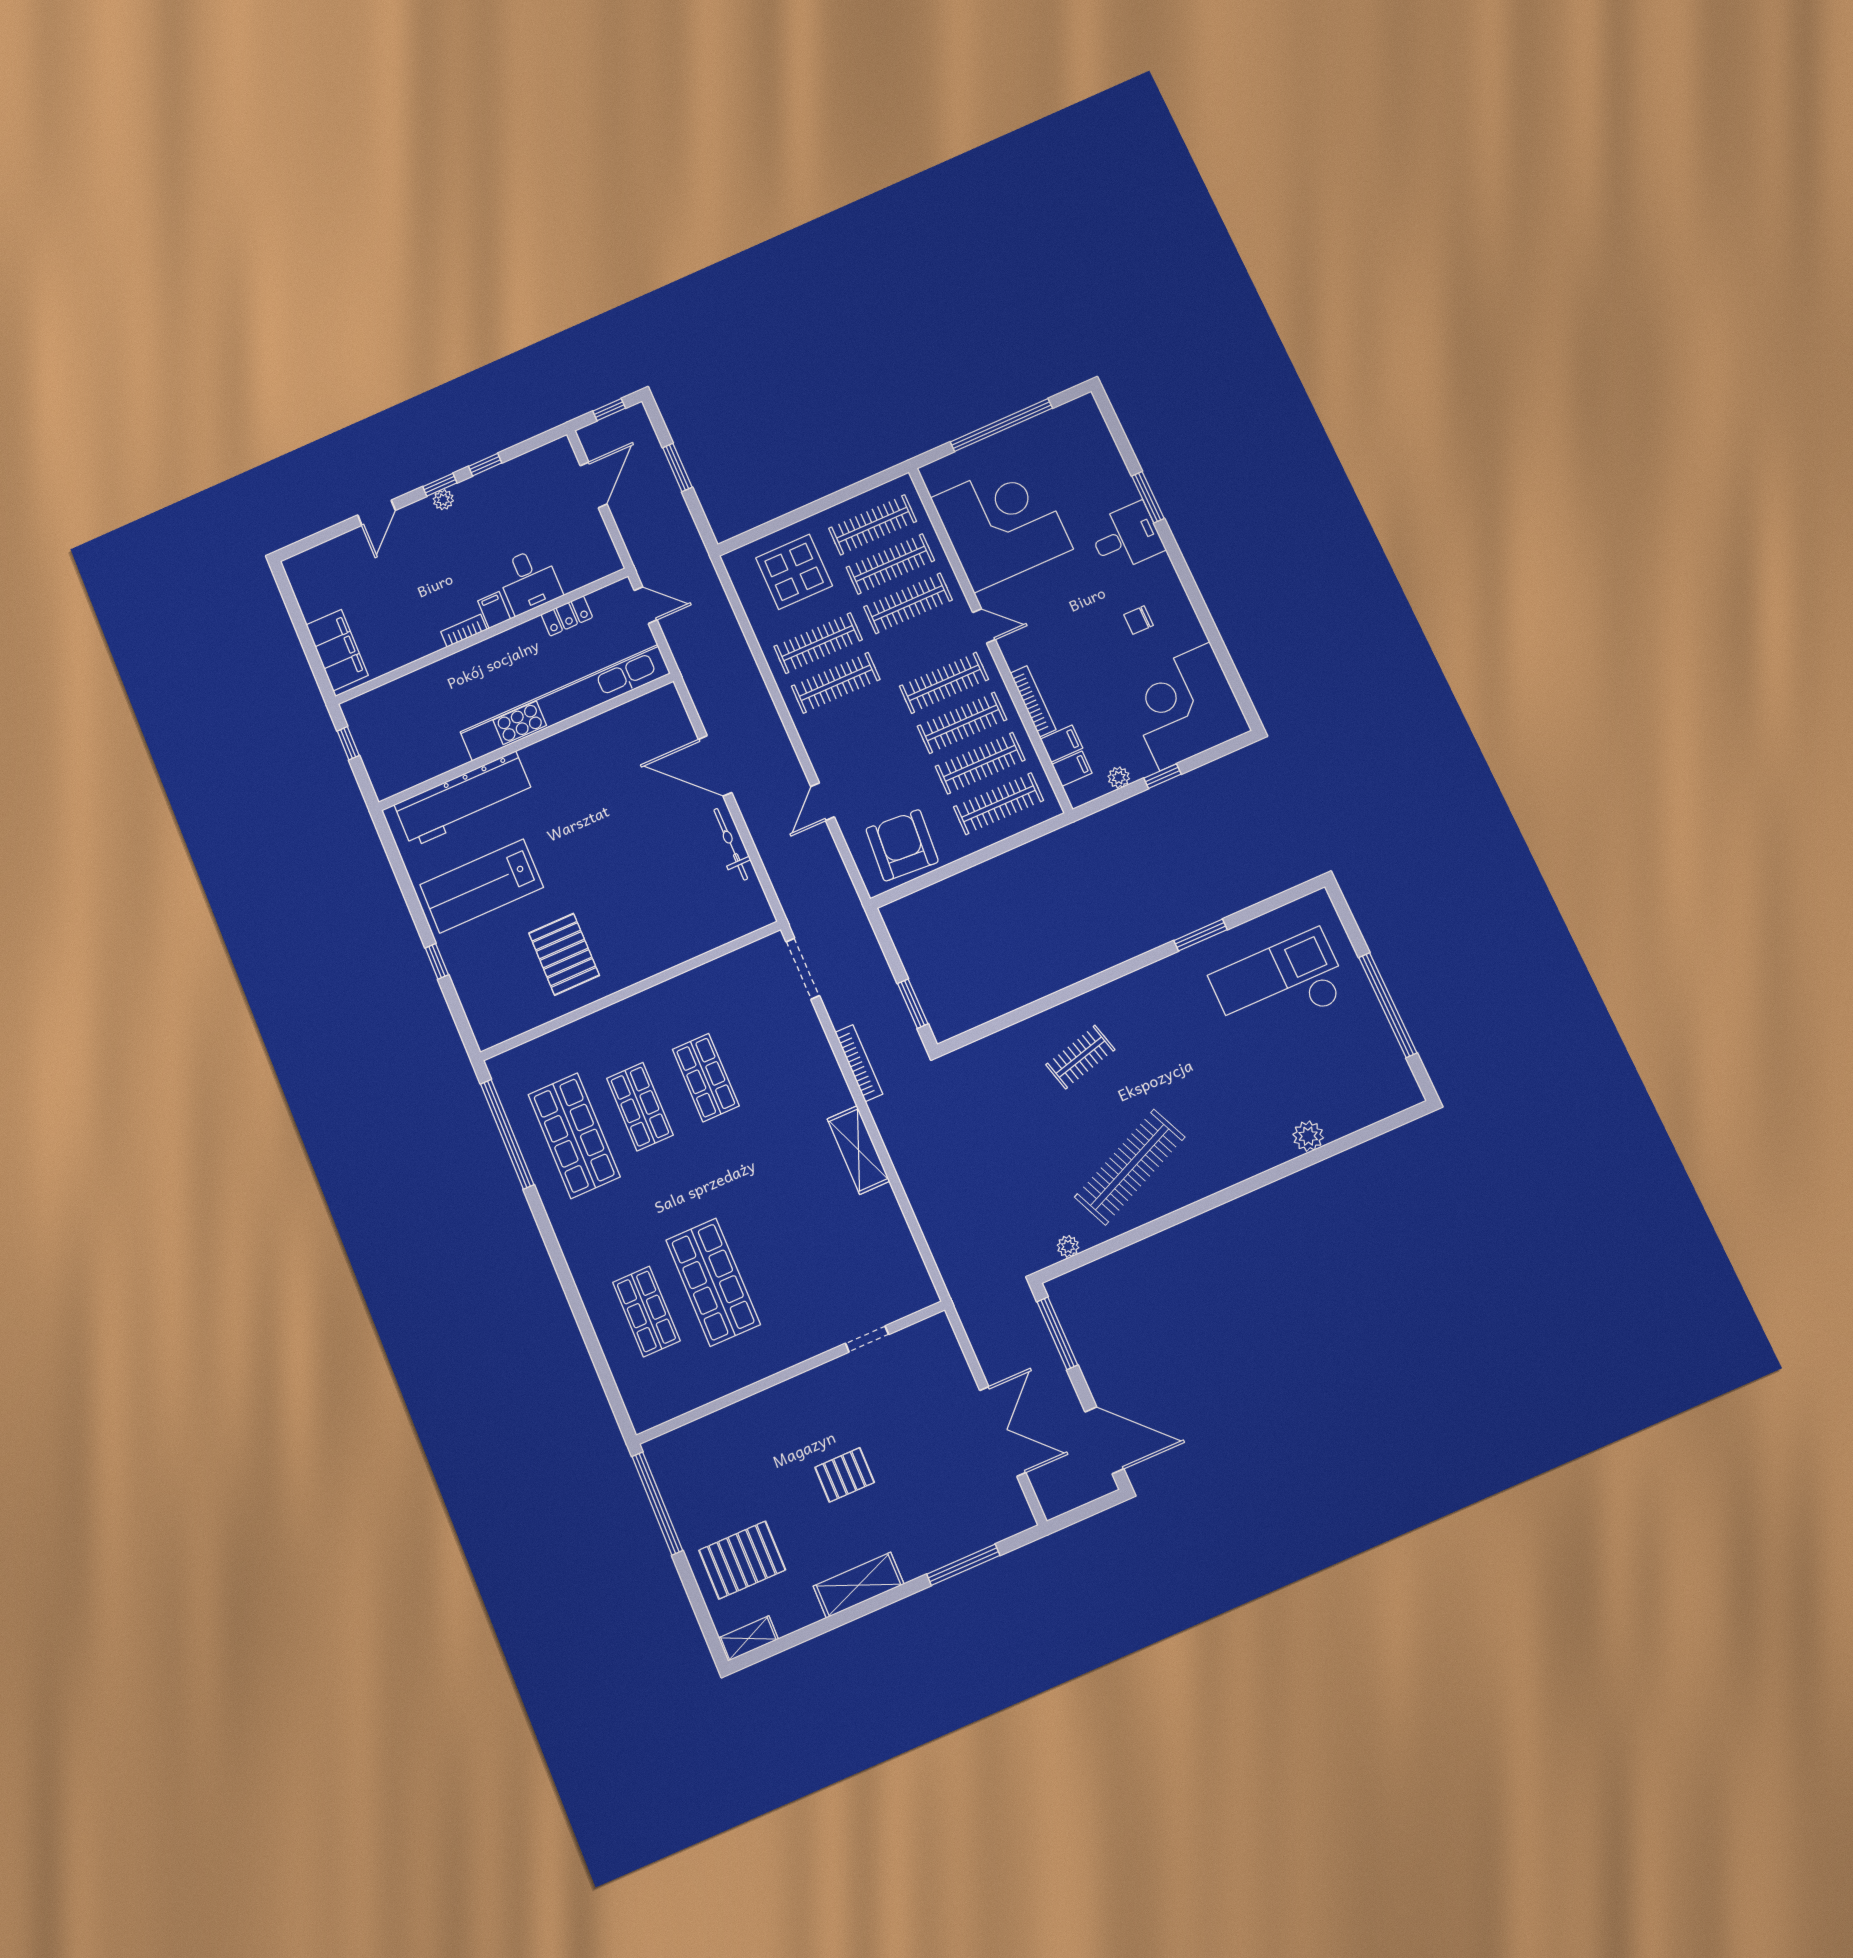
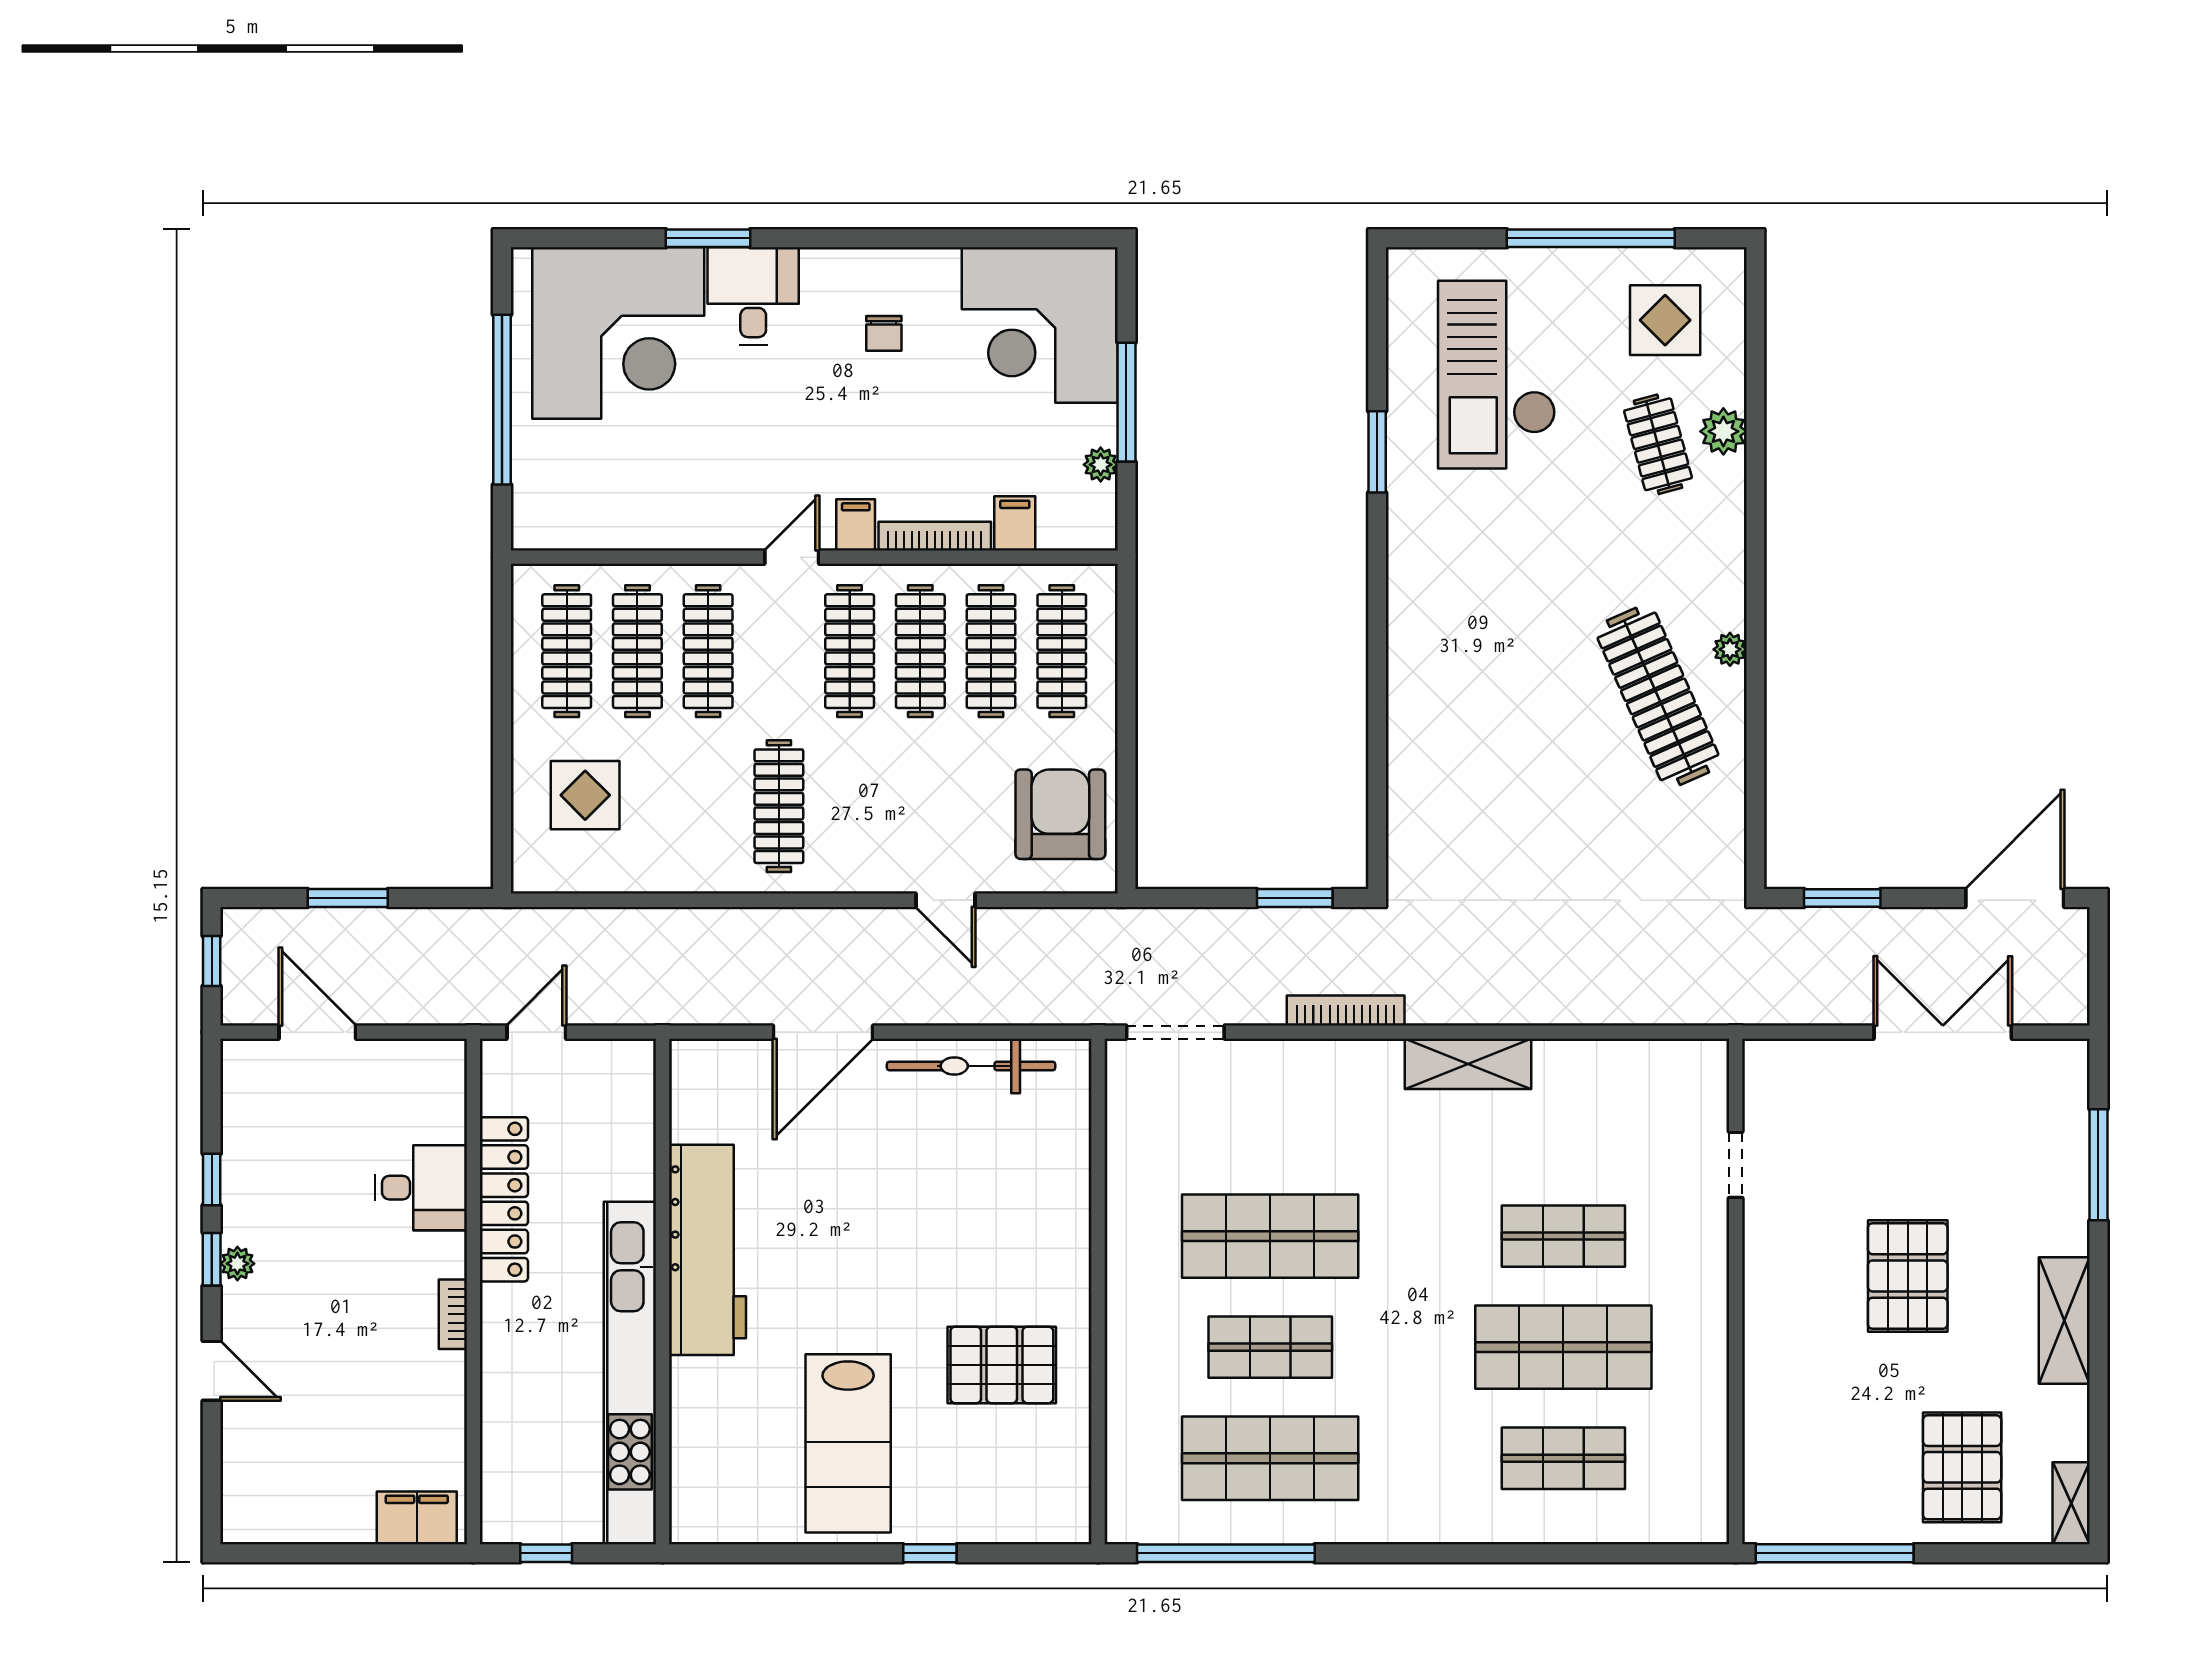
corner desk: (1002, 523) -> (618, 333), moved, turned 180
display table: (794, 572) -> (585, 795), width x0.73, depth x0.73
filing cabinet: (494, 610) -> (442, 1257), removed
locker: (567, 616) -> (504, 1199), width x2.16, depth x1.21
clothes rail: (818, 643) -> (708, 806), removed
filing cabinet: (337, 650) -> (417, 1518), width x0.67, depth x0.86
kitchen unit: (565, 703) -> (630, 1373), moved
filing cabinet: (1072, 769) -> (856, 525), moved
window: (1163, 776) -> (1126, 402), width x2.17
workbench: (464, 799) -> (707, 1250), moved
bicycle: (731, 844) -> (971, 1066), width x1.37, depth x1.40
armchair: (902, 845) -> (1060, 814), turned 86
clothes rail: (1080, 1057) -> (1658, 444), moved
display table: (1359, 1071) -> (1665, 320), added
shop shelf: (706, 1078) -> (1270, 1236), width x1.43, depth x1.36
plant: (1068, 1246) -> (1730, 649), moved
shop shelf: (780, 1253) -> (1563, 1236), added
window: (1057, 1333) -> (1842, 898), width x0.69
pallet: (845, 1475) -> (1908, 1276), width x1.50, depth x1.42

